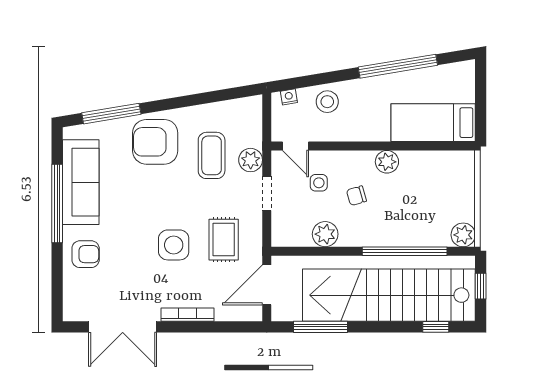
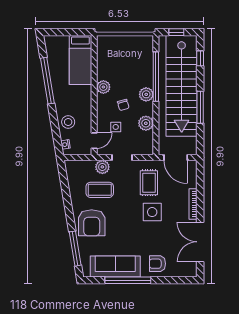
plant: (463, 235) -> (146, 94), moved
rug: (224, 240) -> (149, 183), turned 90
armchair: (86, 254) -> (158, 264), turned -90
double door: (123, 327) -> (200, 242), swing flipped
window: (320, 327) -> (200, 107), moved

